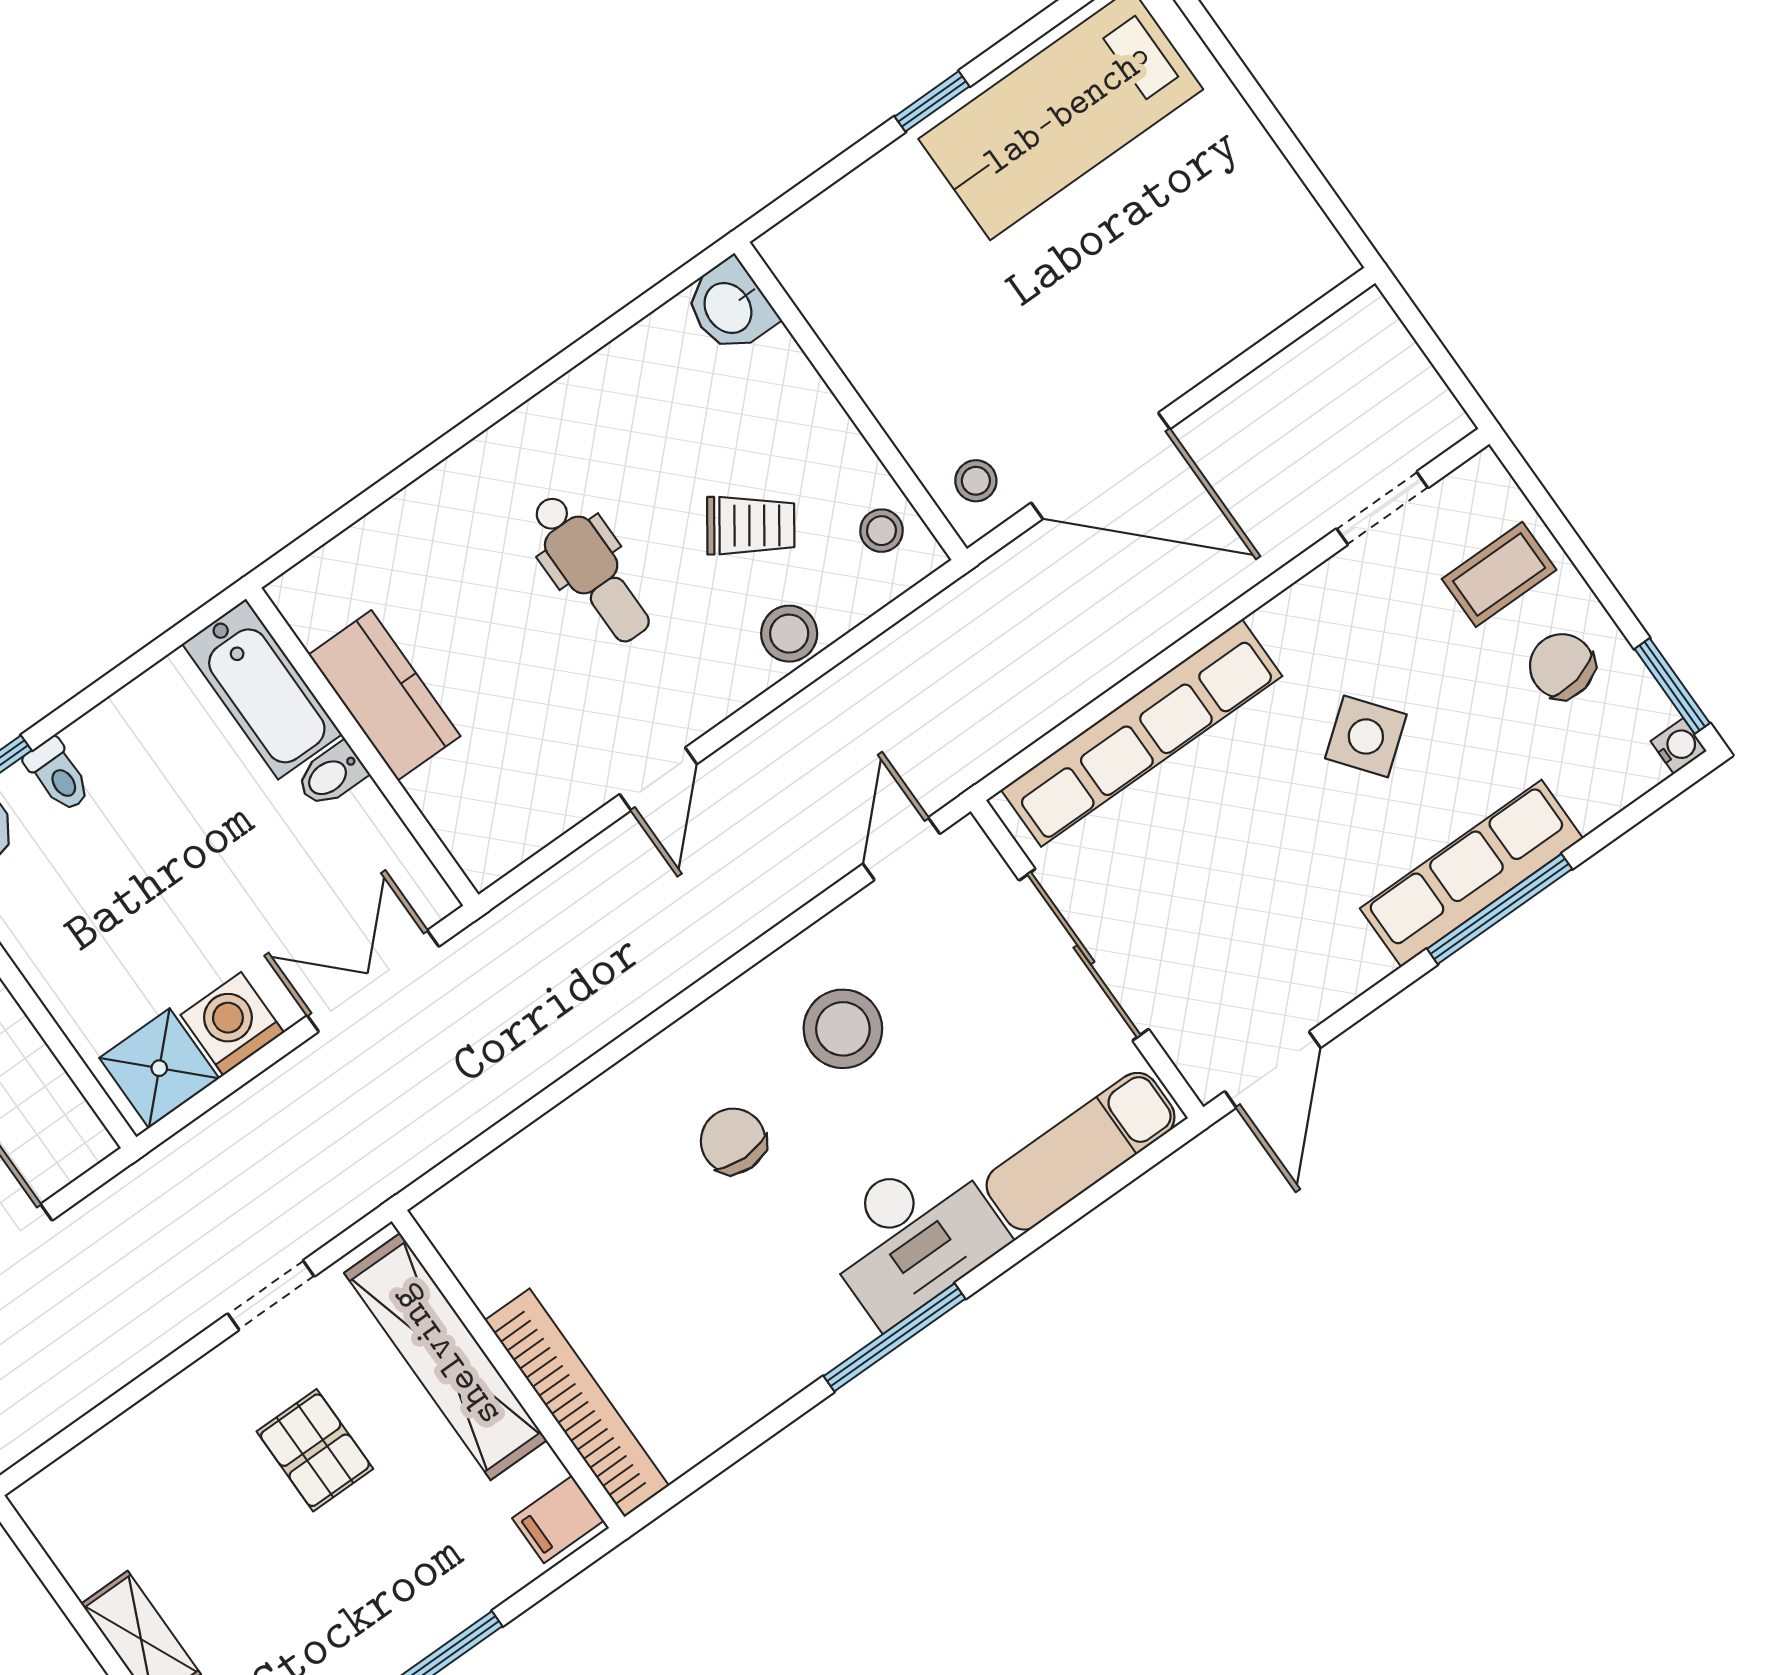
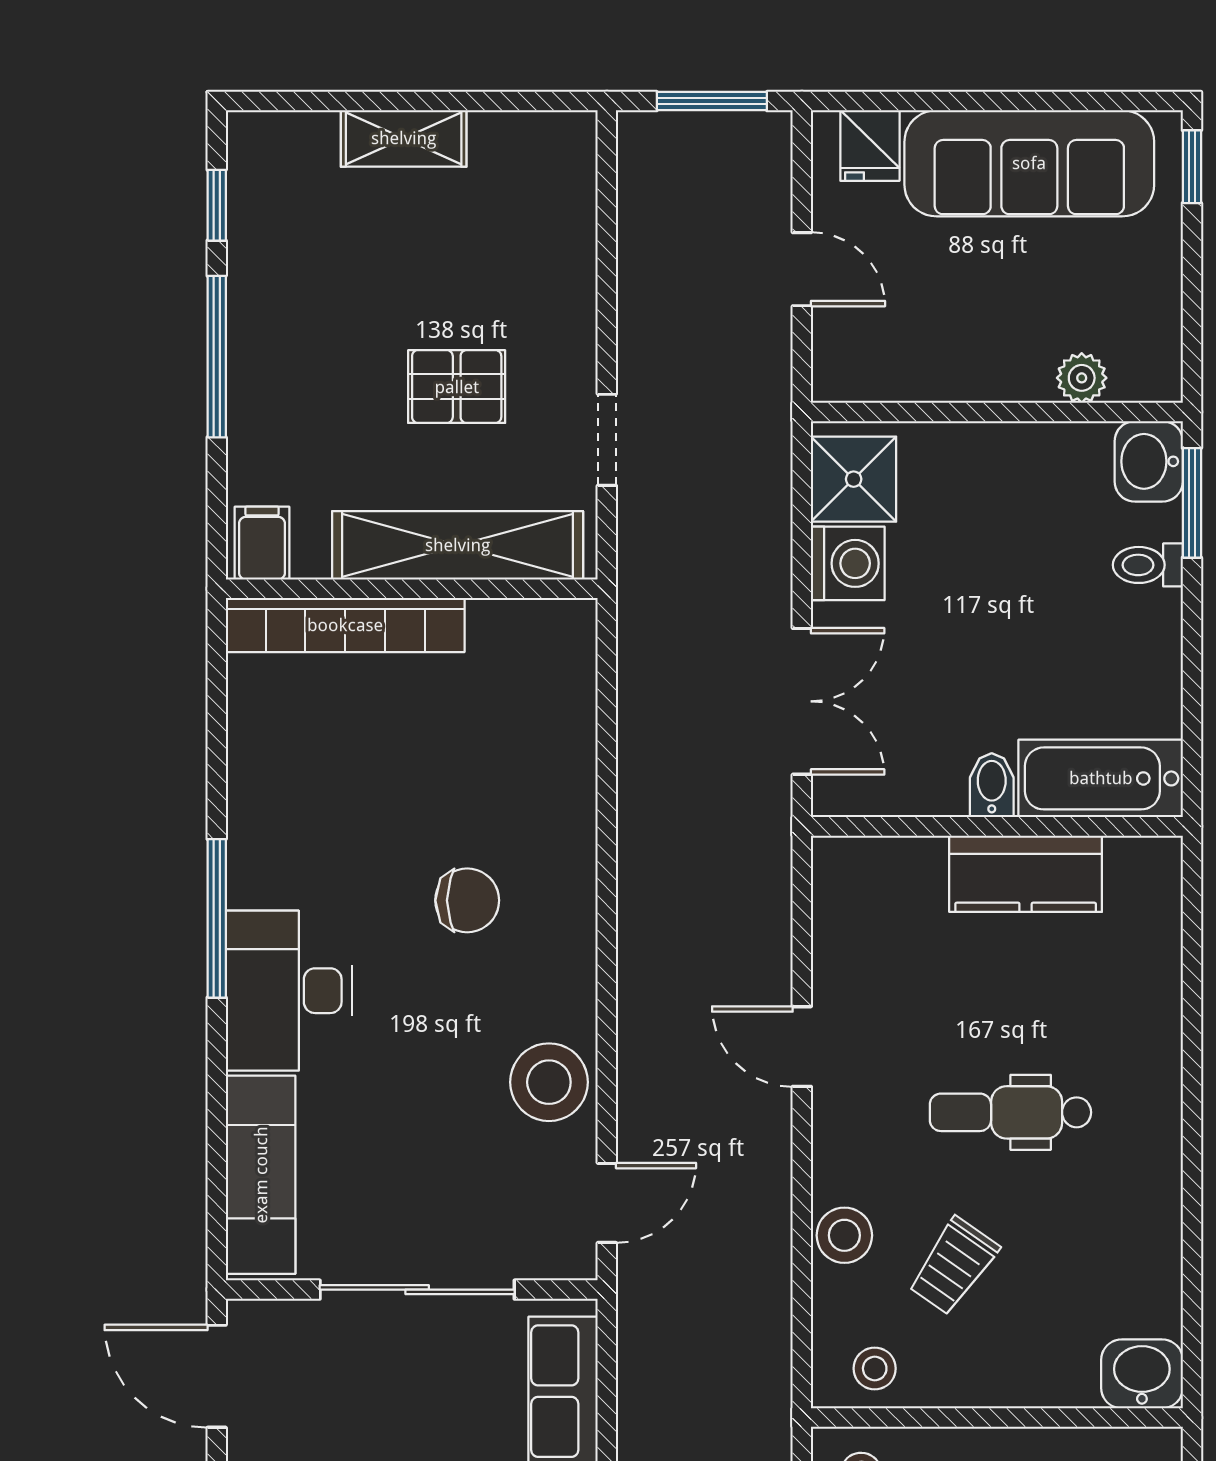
door: (901, 849) -> (607, 1203), hinge flipped
stool: (843, 1029) -> (549, 1082), moved

